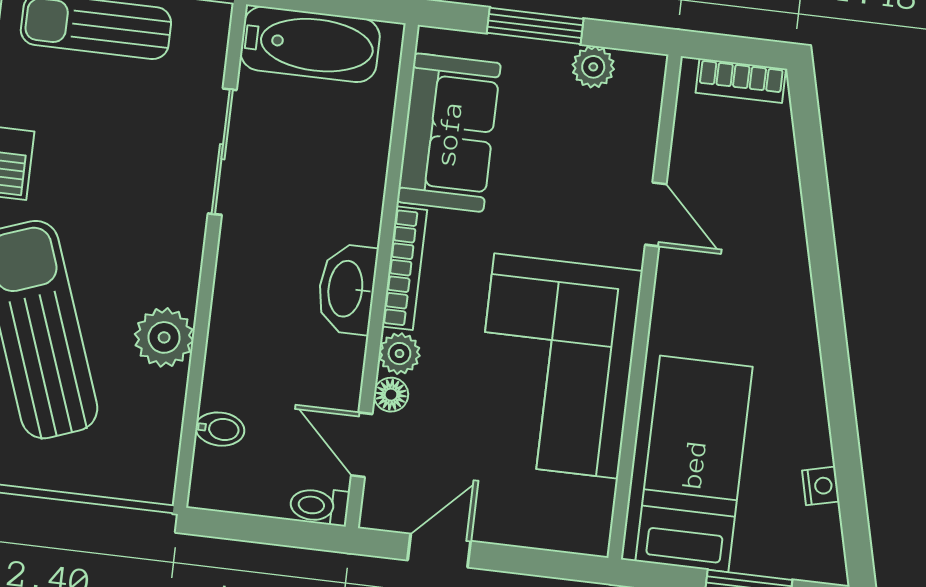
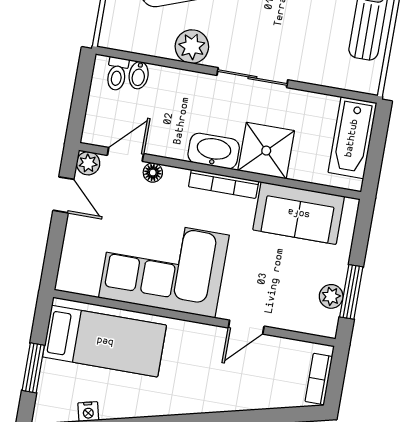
window: (535, 26) -> (351, 292), moved
sliding door: (222, 152) -> (252, 78), moved
shower: (341, 196) -> (266, 151), added
plant: (399, 354) -> (88, 163), moved
toilet: (319, 506) -> (117, 74), moved, turned 180

